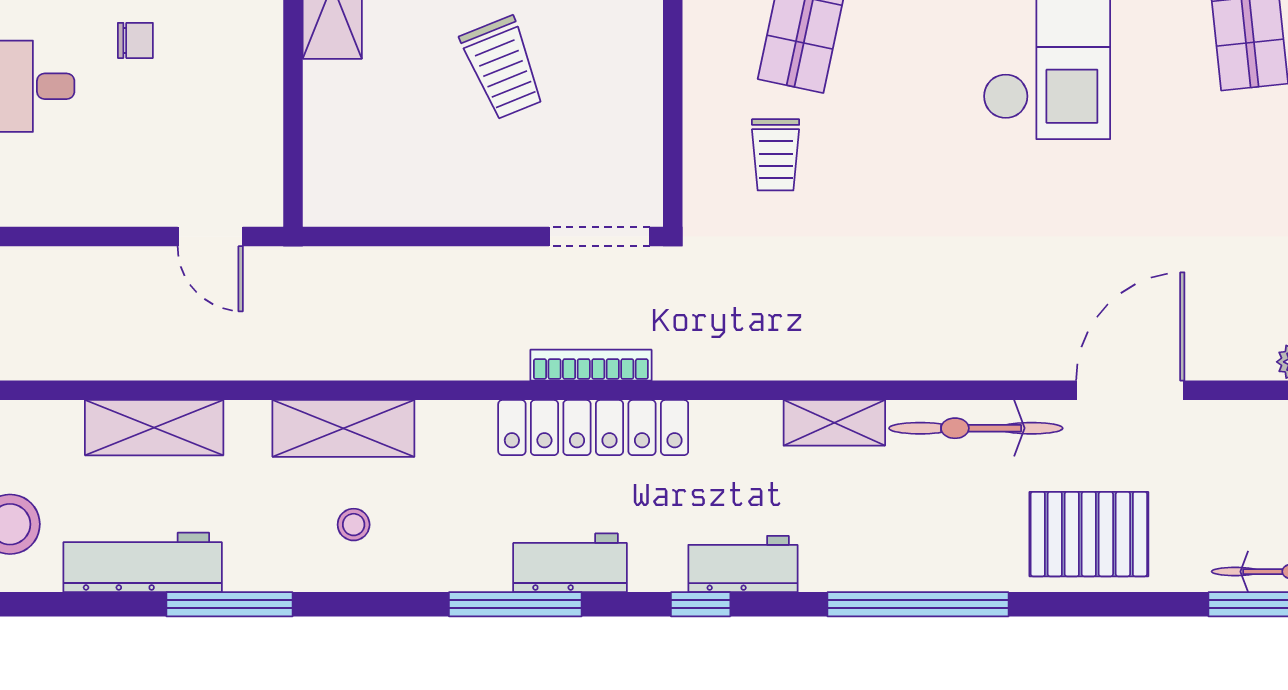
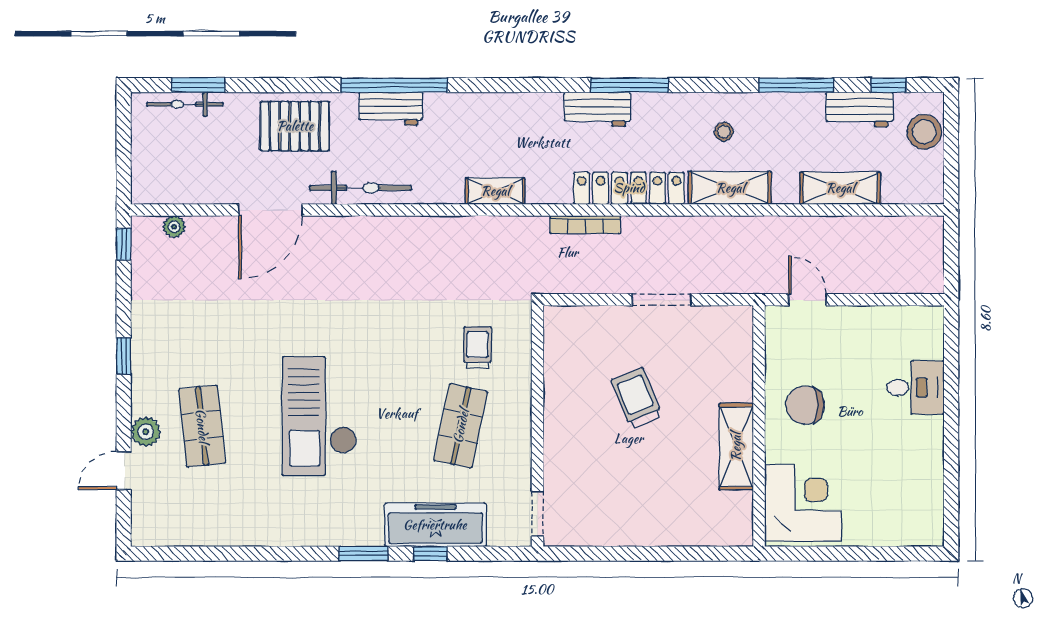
chair: (135, 40) -> (805, 405), moved, width x1.87, depth x1.87
doorway: (599, 237) -> (662, 300), moved
shelving: (834, 423) -> (495, 191), moved
locker: (593, 428) -> (629, 188), moved
workbench: (143, 562) -> (859, 110), width x0.73
workbench: (743, 564) -> (391, 109), moved
window: (701, 604) -> (889, 85), moved

